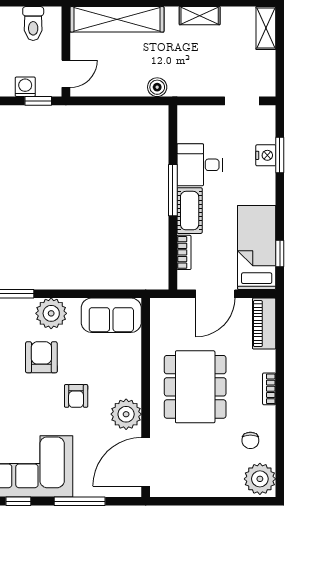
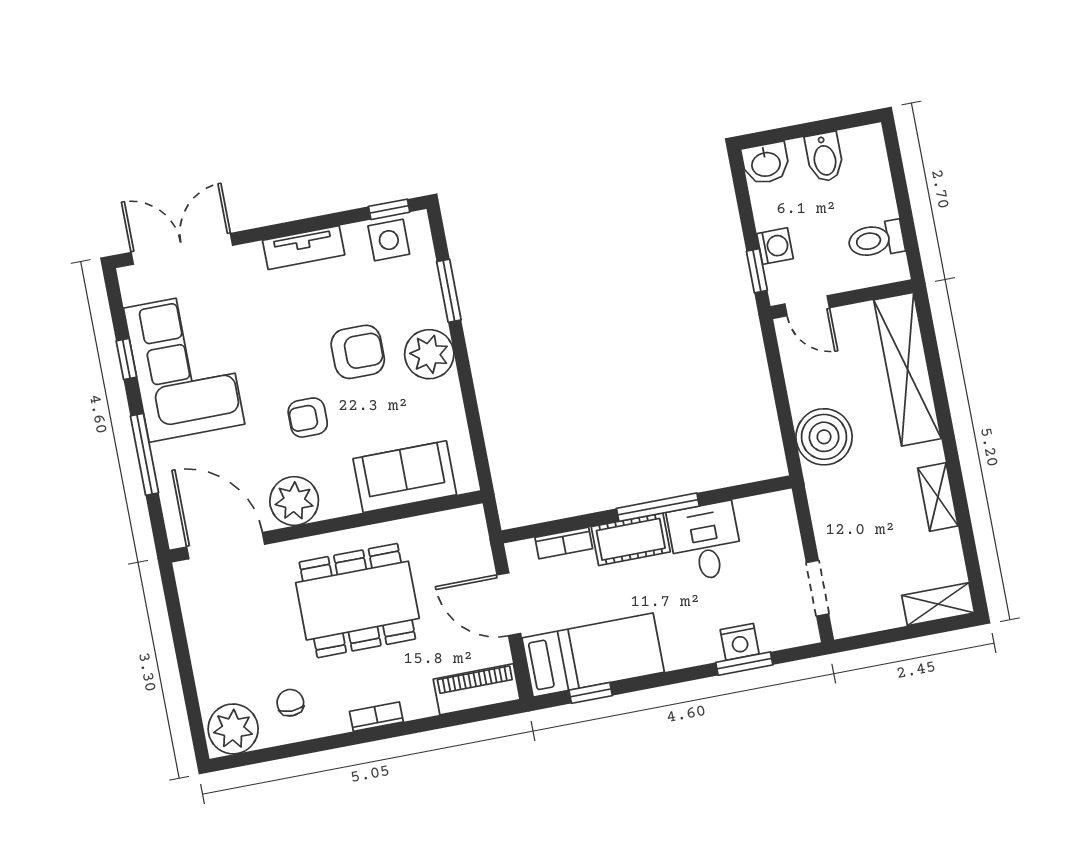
boiler: (157, 87) -> (824, 437), width x1.86, depth x1.86
sofa: (111, 315) -> (405, 477), moved, turned 90
chair: (250, 440) -> (290, 703), turned 90

